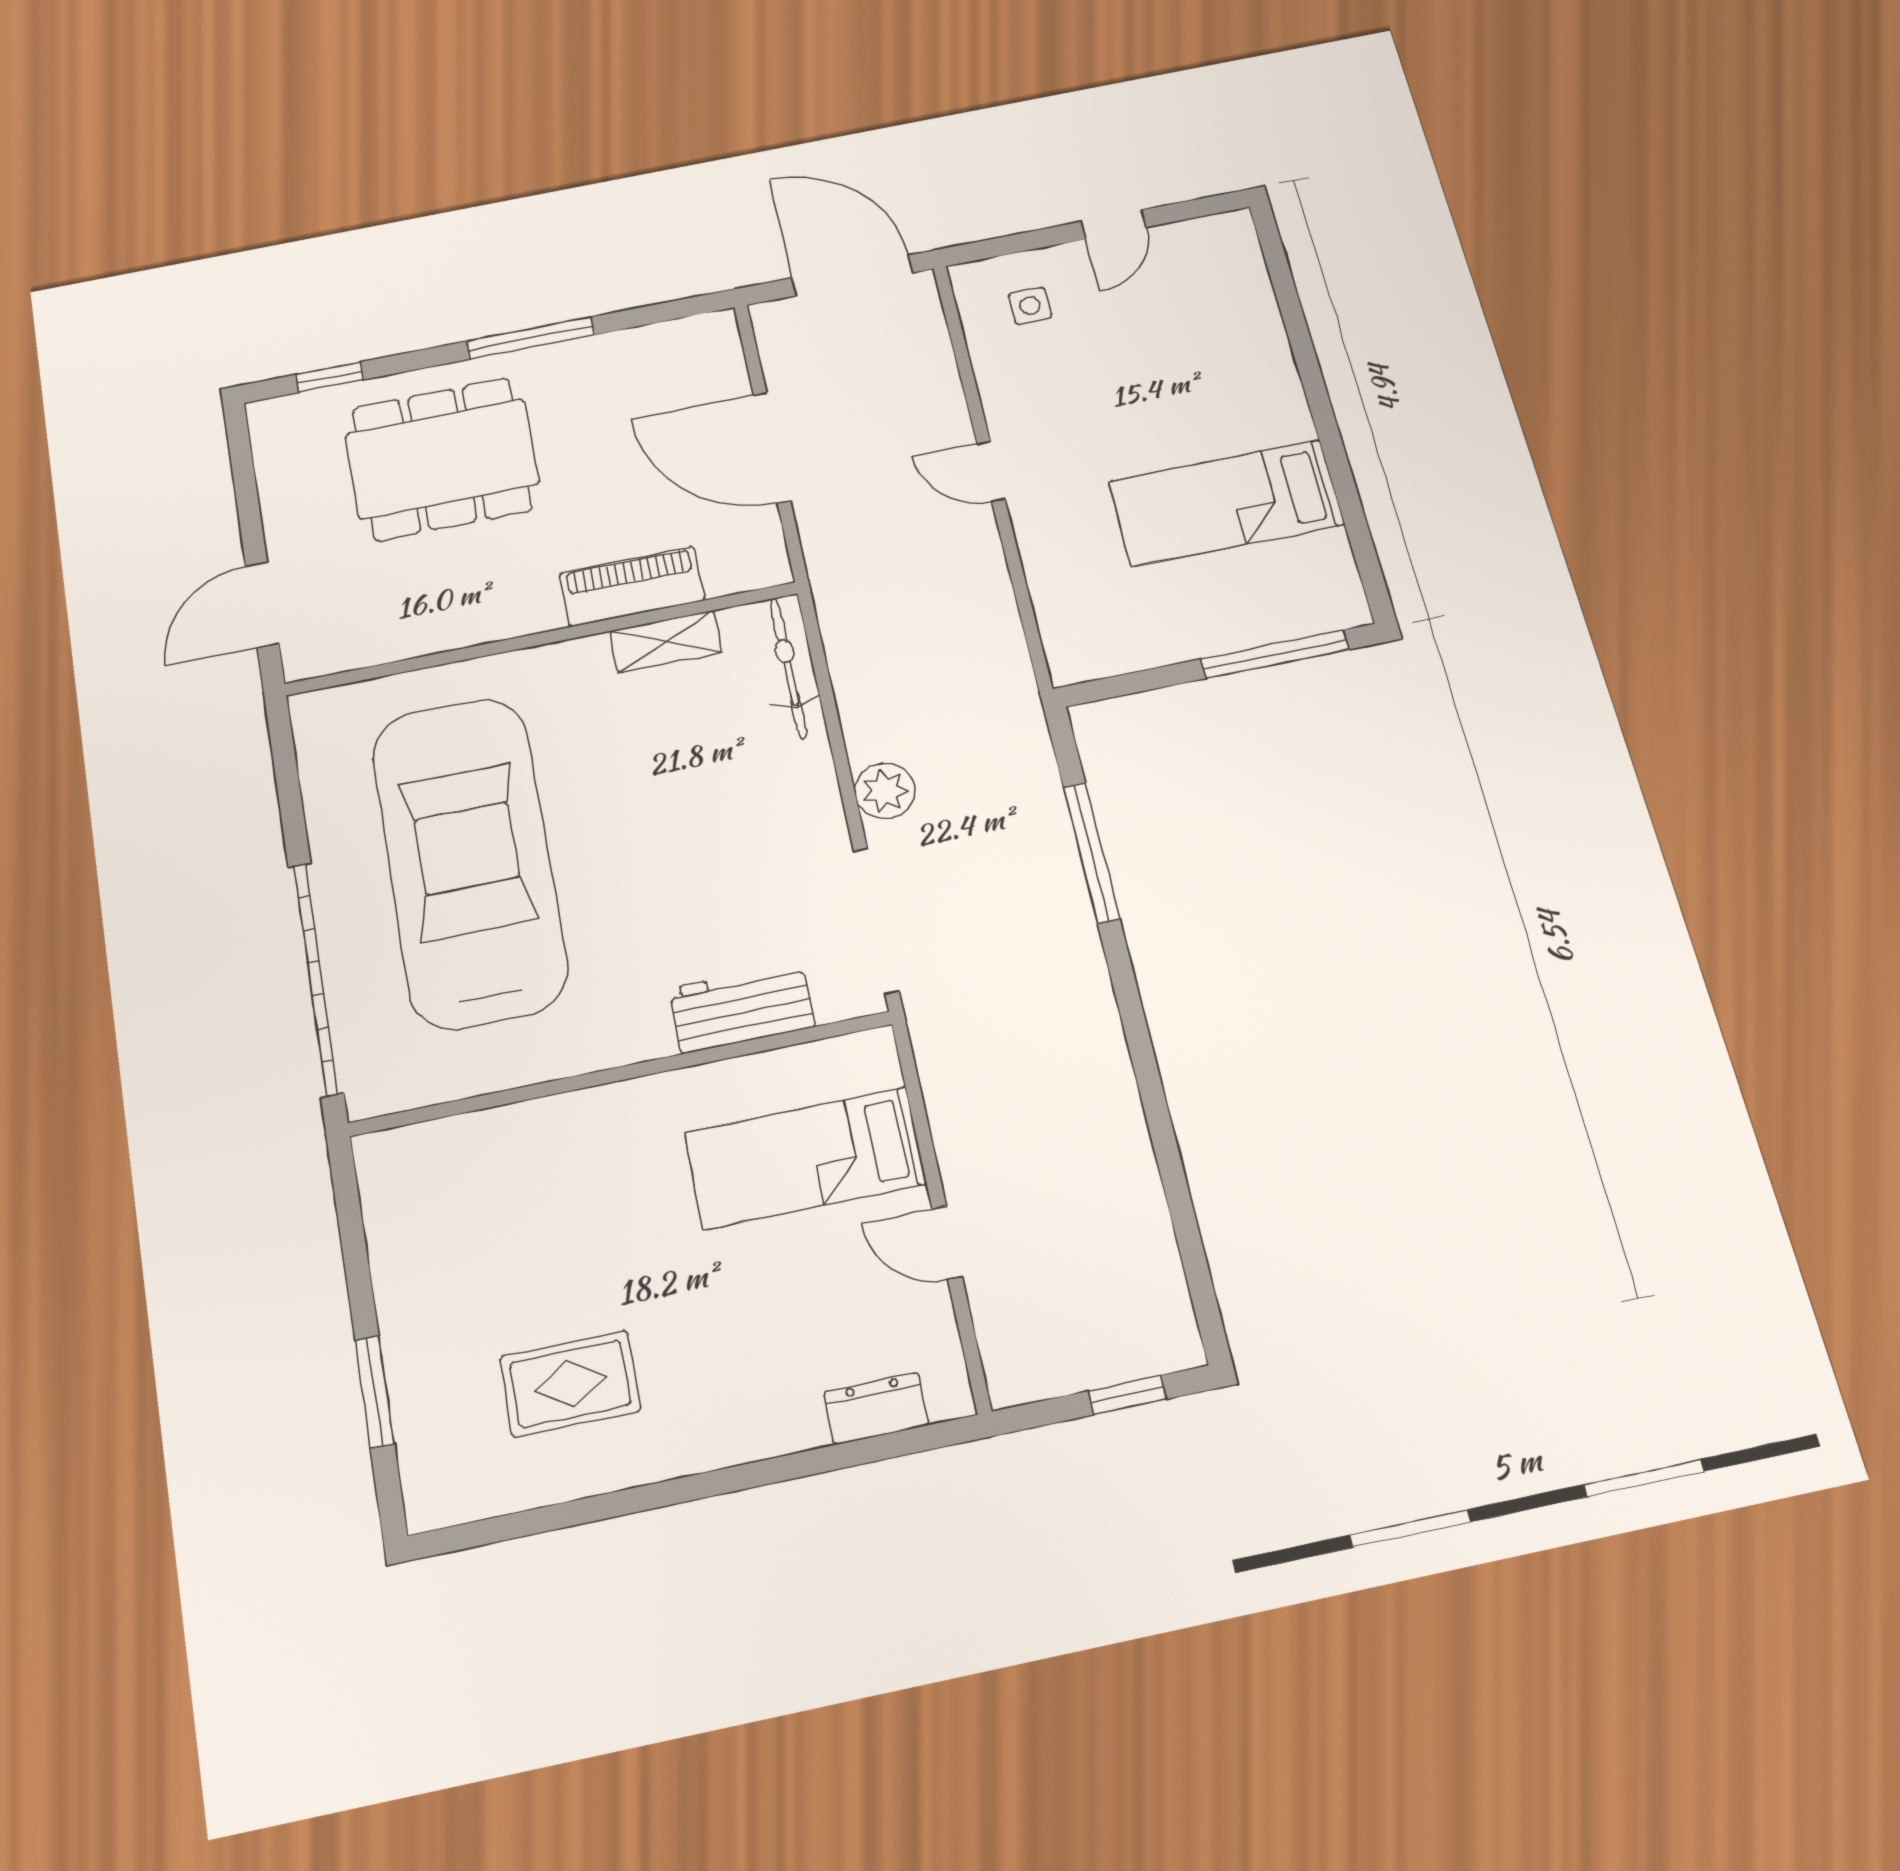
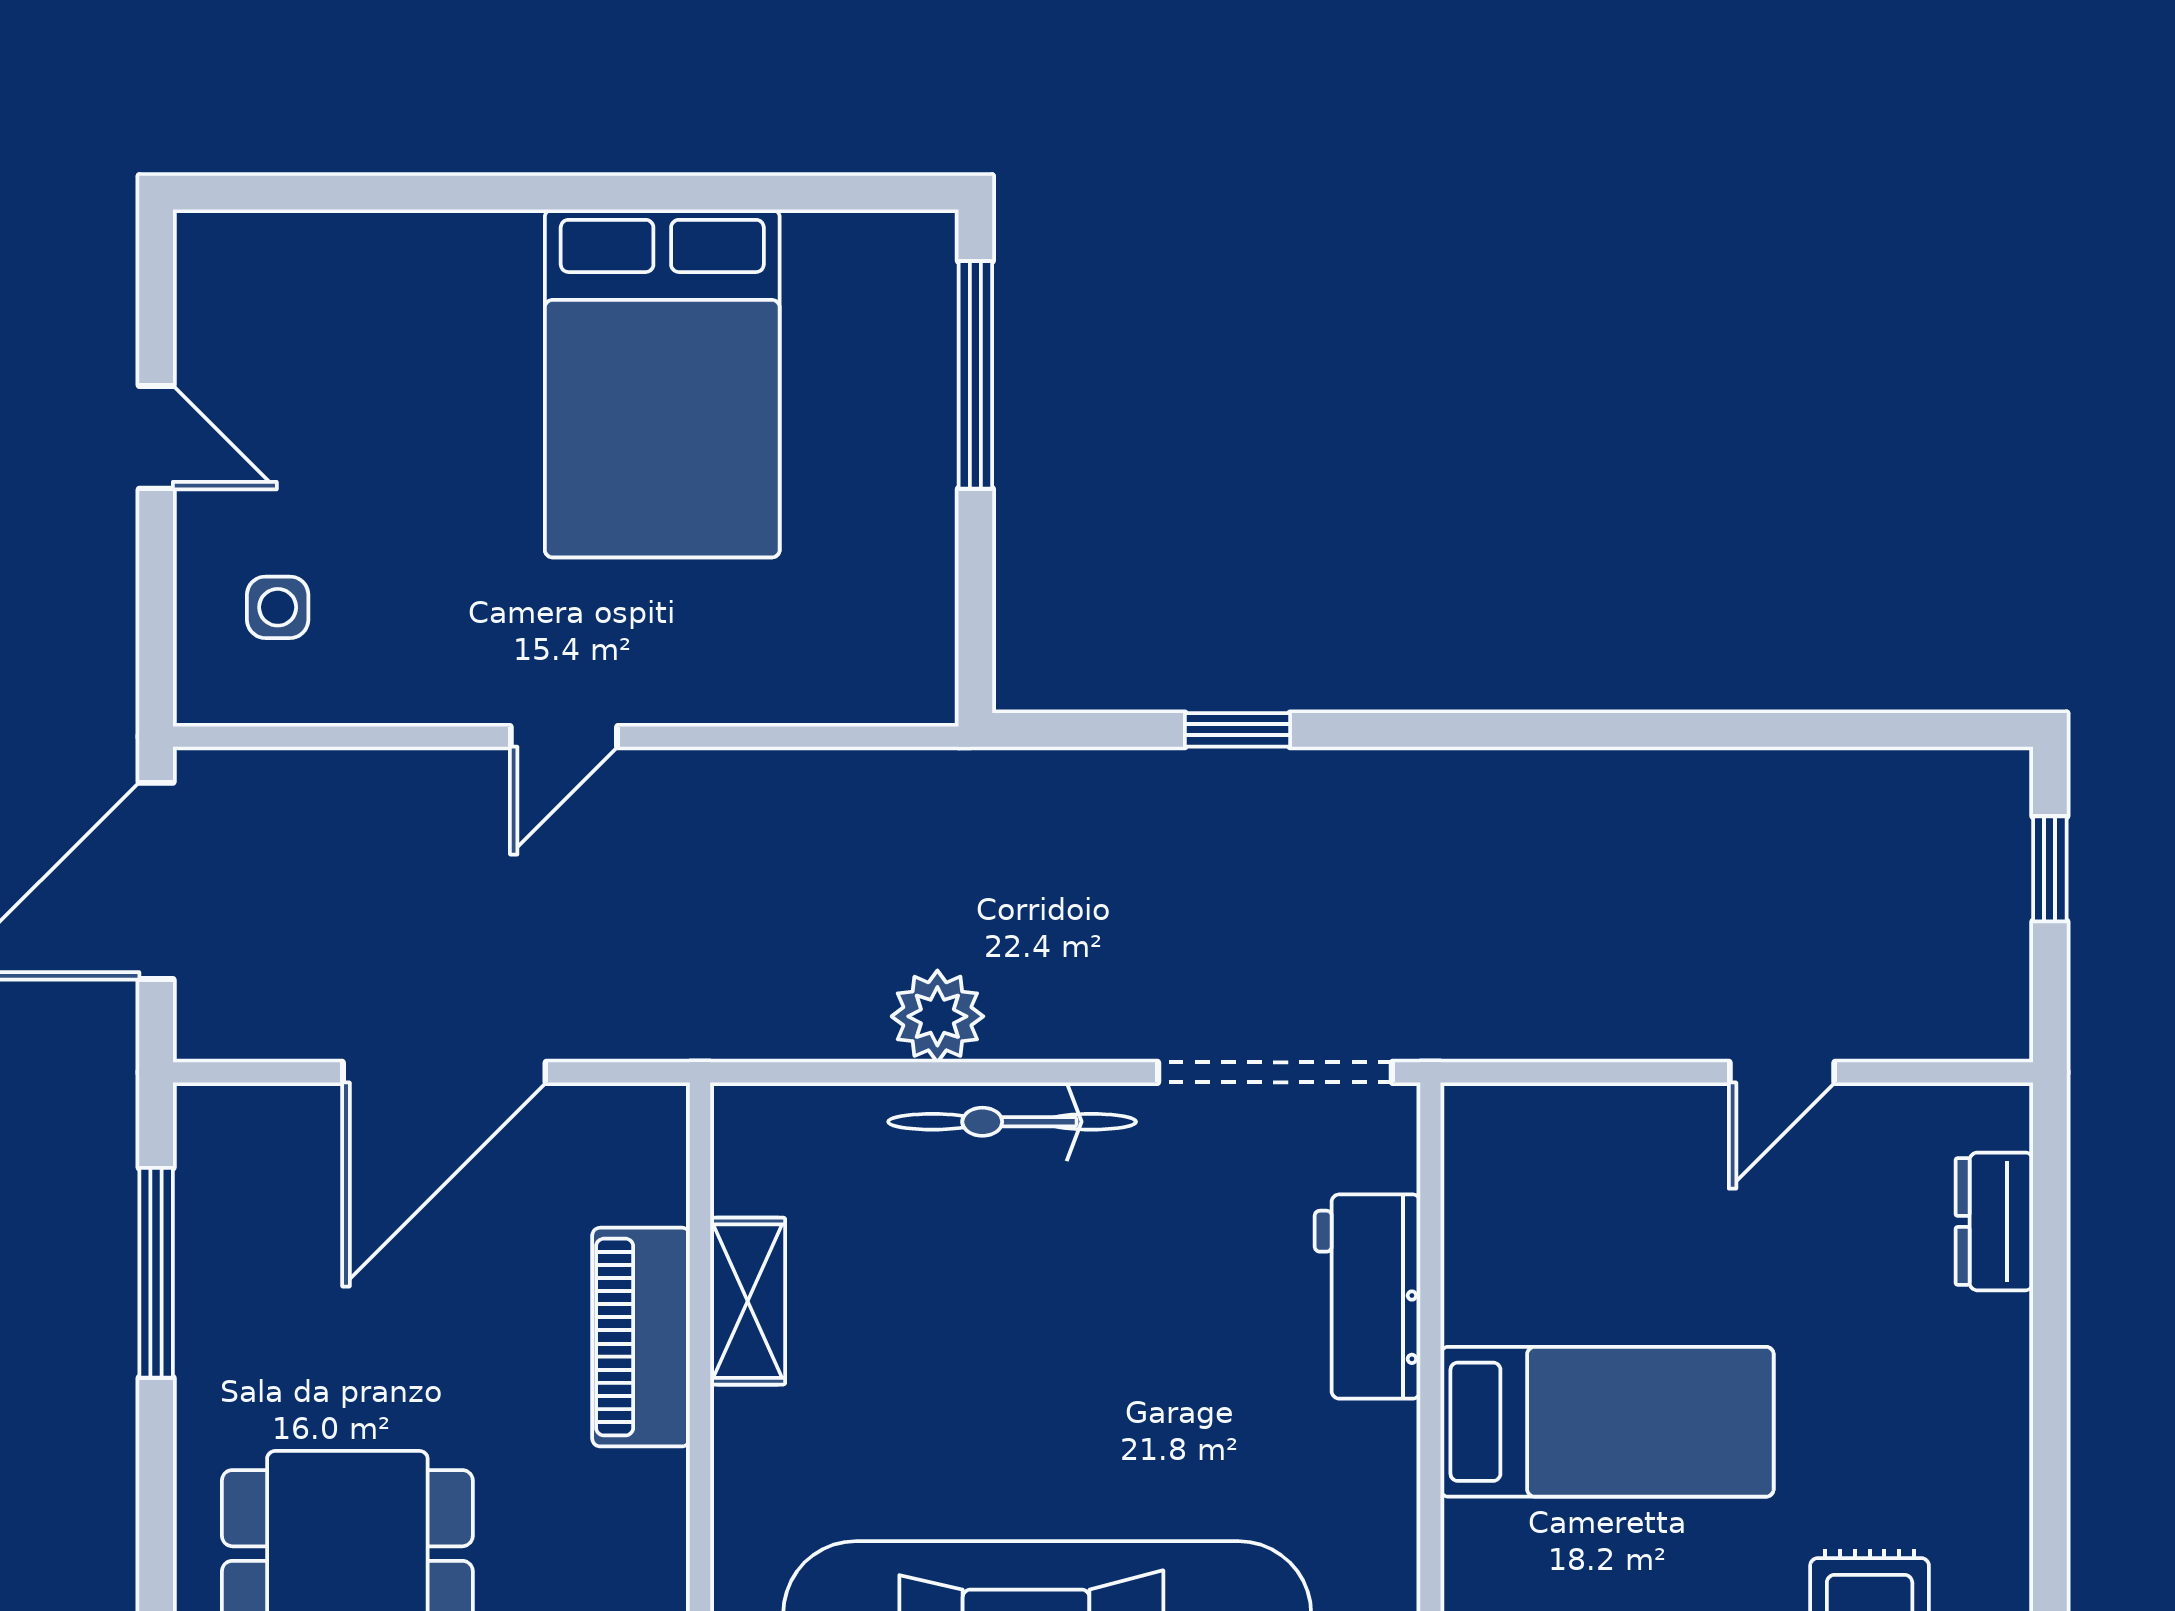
window: (531, 338) -> (156, 1273), moved
bed: (1226, 503) -> (662, 383), width x1.50
bicycle: (788, 668) -> (1012, 1122), moved
plant: (885, 791) -> (937, 1016), moved
window: (1091, 853) -> (1237, 730), width x0.46
bed: (805, 1158) -> (1607, 1422), moved, turned -90

